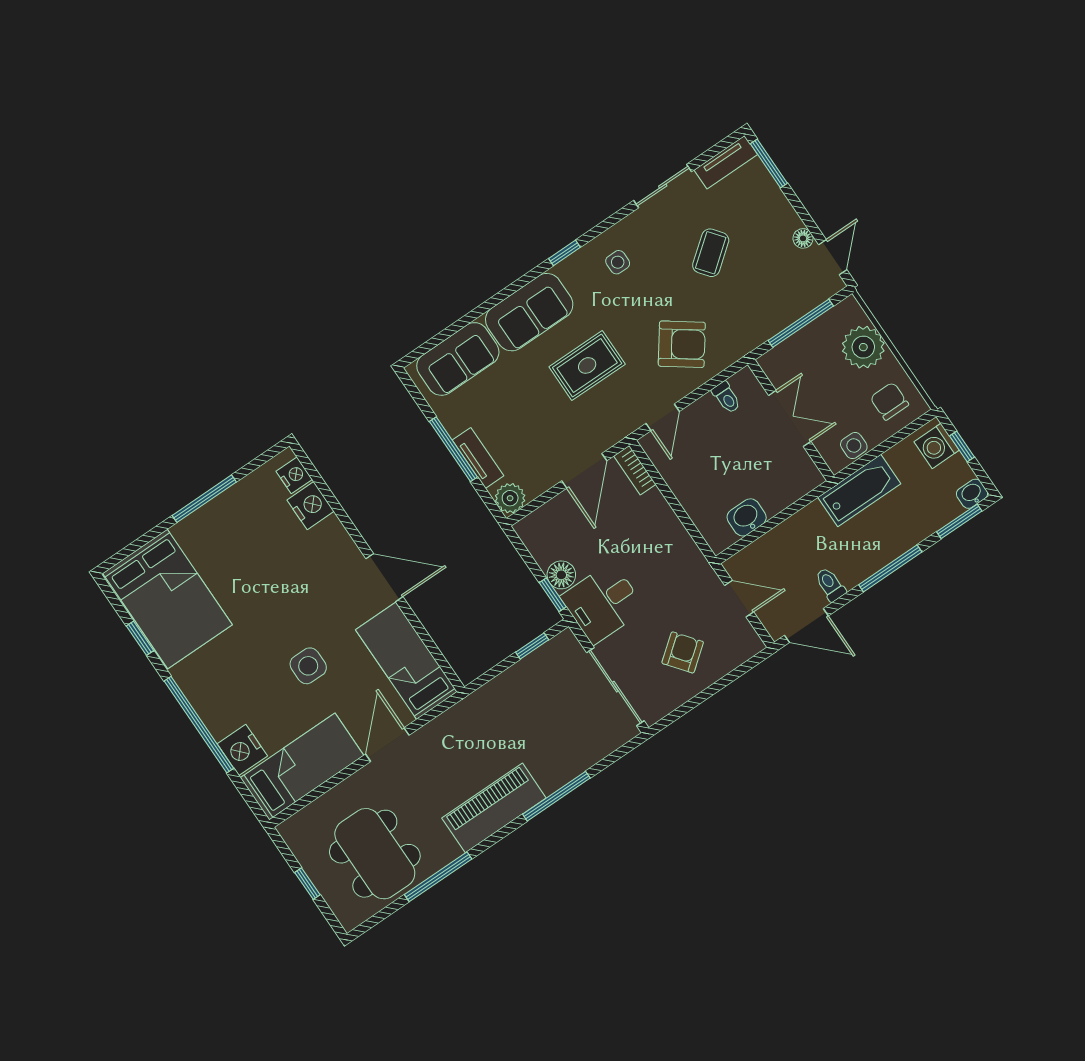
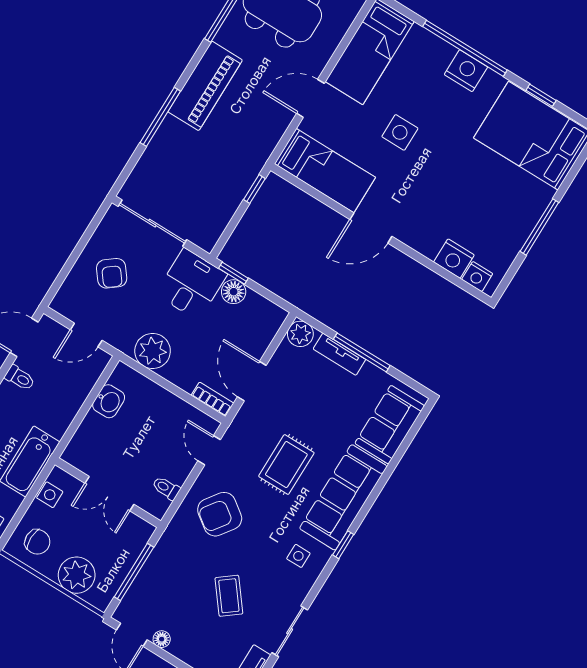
sofa: (529, 312) -> (343, 497), width x1.36
plant: (676, 550) -> (153, 351), added
window: (532, 646) -> (254, 189), moved
door: (387, 745) -> (310, 98), swing flipped
nightstand: (242, 750) -> (466, 71), moved

